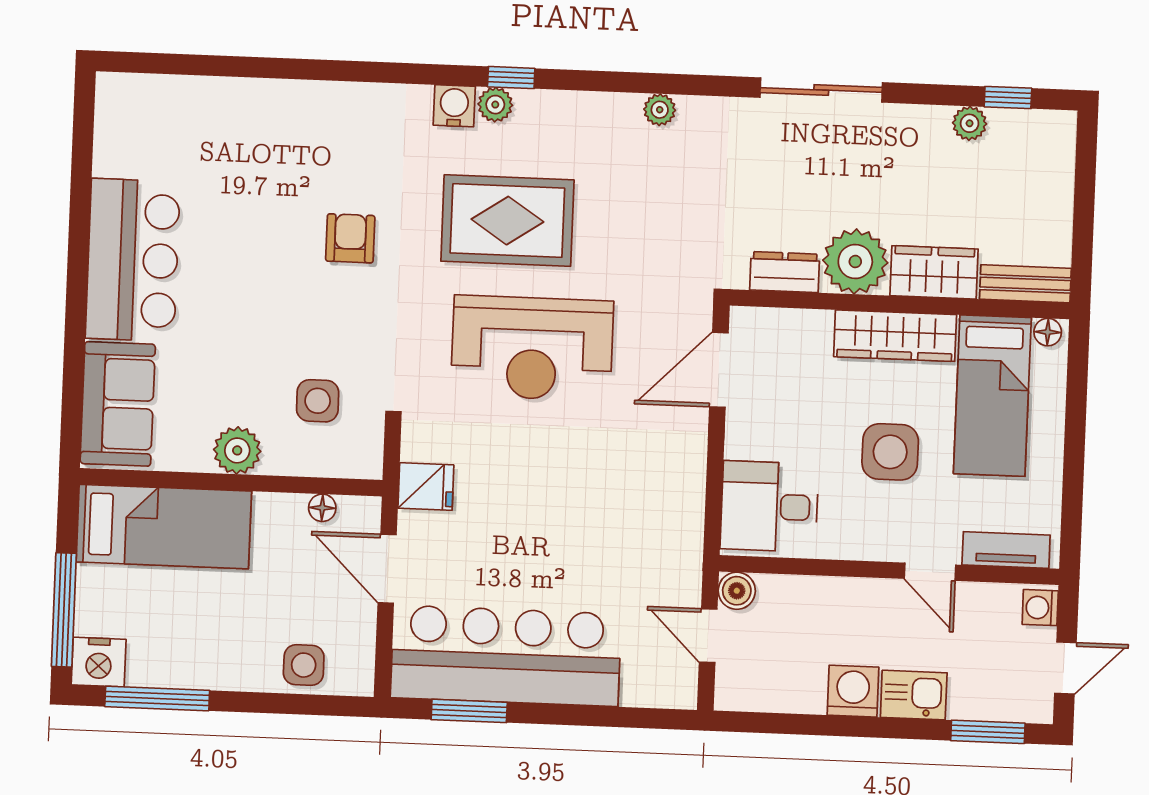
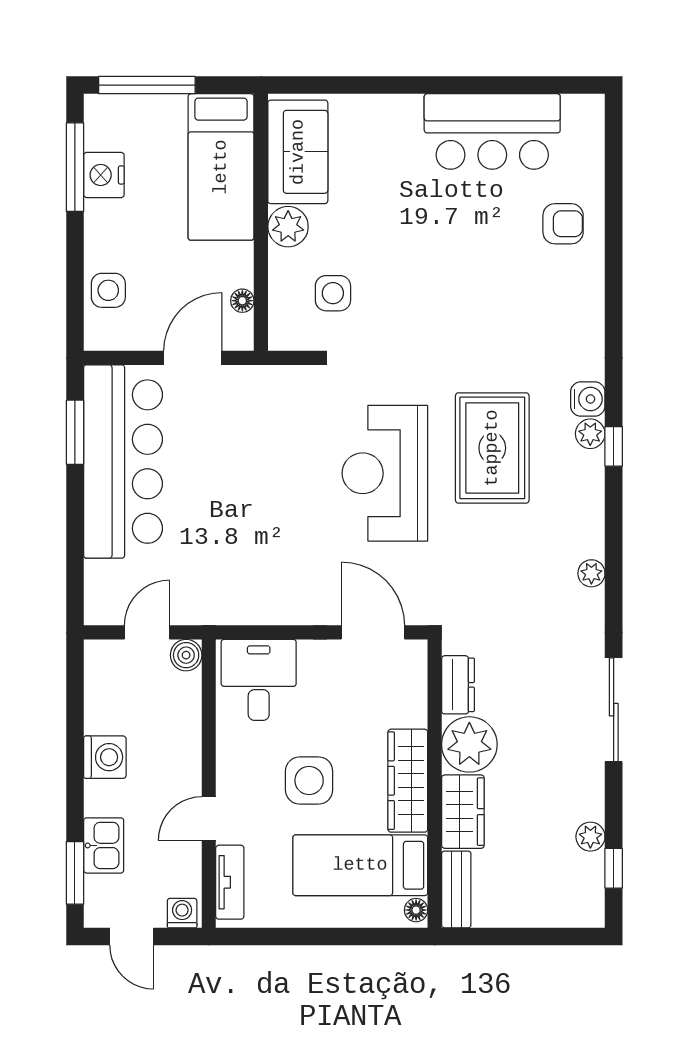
armchair: (350, 238) -> (563, 224), moved
bar counter: (133, 260) -> (492, 131), moved
sofa: (118, 404) -> (298, 152), moved, turned -90
fridge: (426, 487) -> (264, 388), removed
nightstand: (99, 662) -> (104, 175), moved
kitchen sink: (914, 695) -> (104, 845), moved

